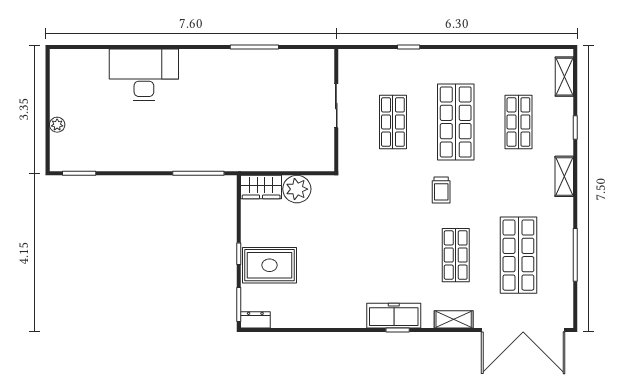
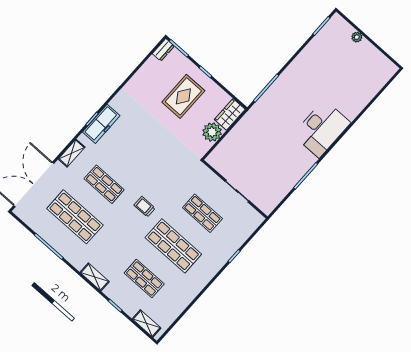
desk: (144, 75) -> (322, 129), moved
rug: (270, 265) -> (183, 96), moved

